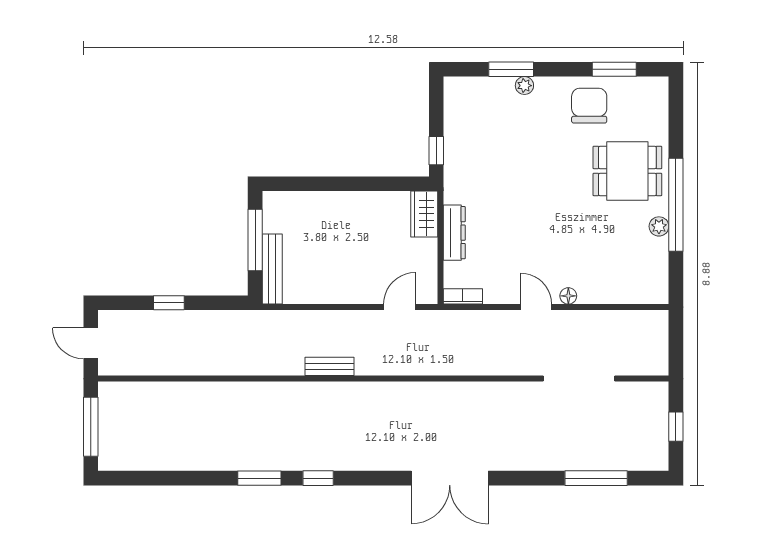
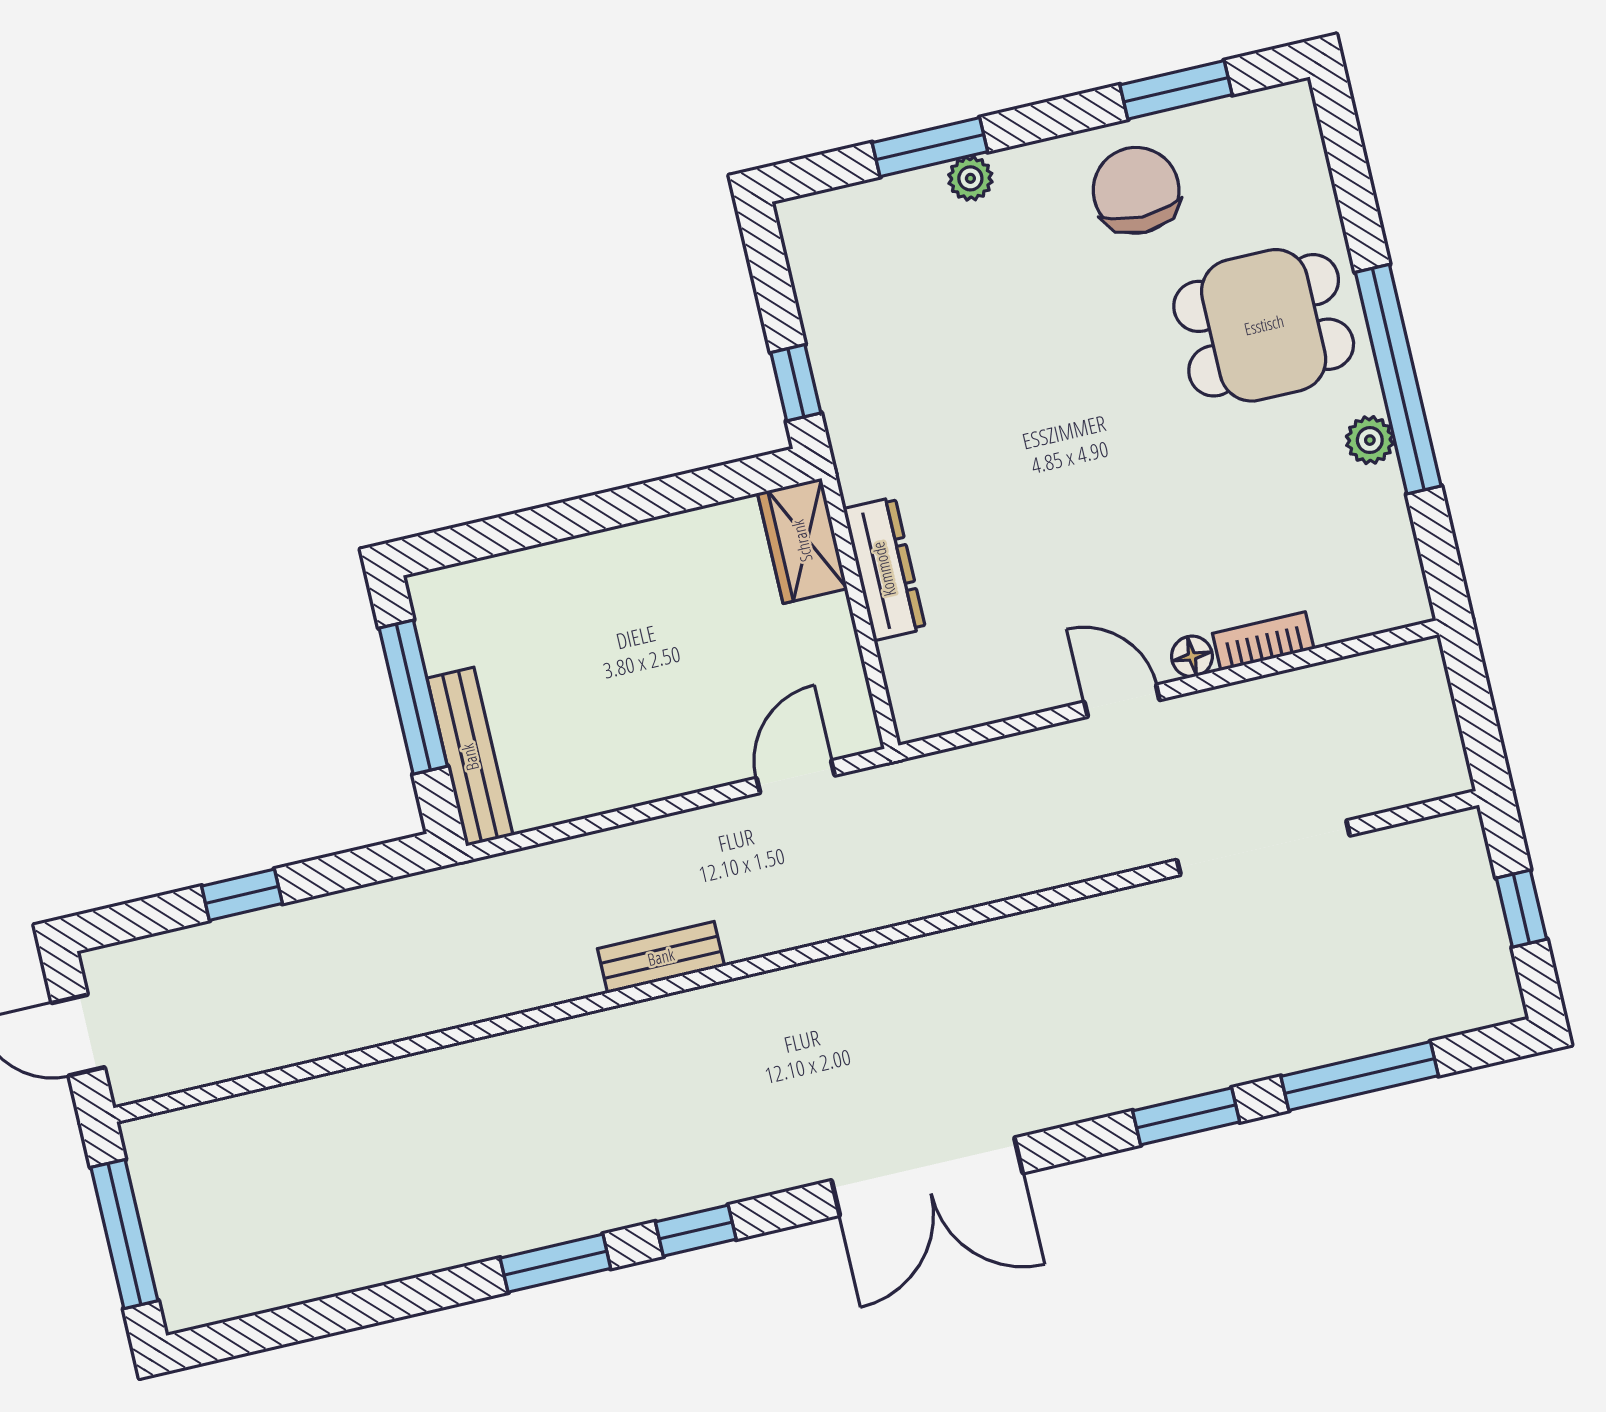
bookcase: (463, 296) -> (1263, 641), moved
double door: (450, 478) -> (927, 1177), moved
window: (523, 478) -> (1186, 1116), added

